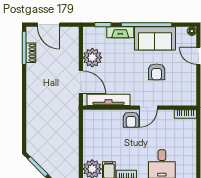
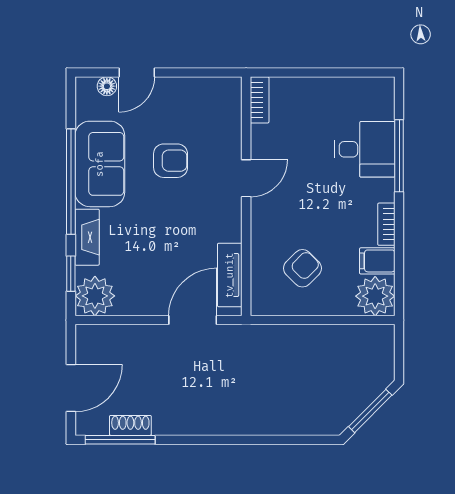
floor lamp: (192, 31) -> (107, 86), moved
plant: (92, 58) -> (95, 296), moved
tv unit: (108, 100) -> (230, 275), width x0.71
door: (148, 108) -> (246, 178), hinge flipped
armchair: (131, 120) -> (302, 268), moved, turned -45

